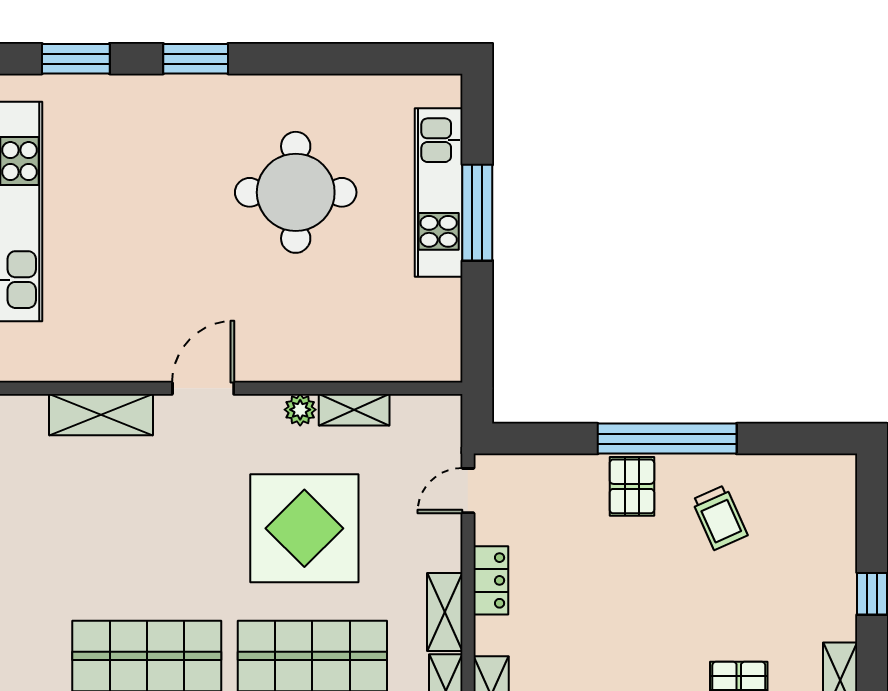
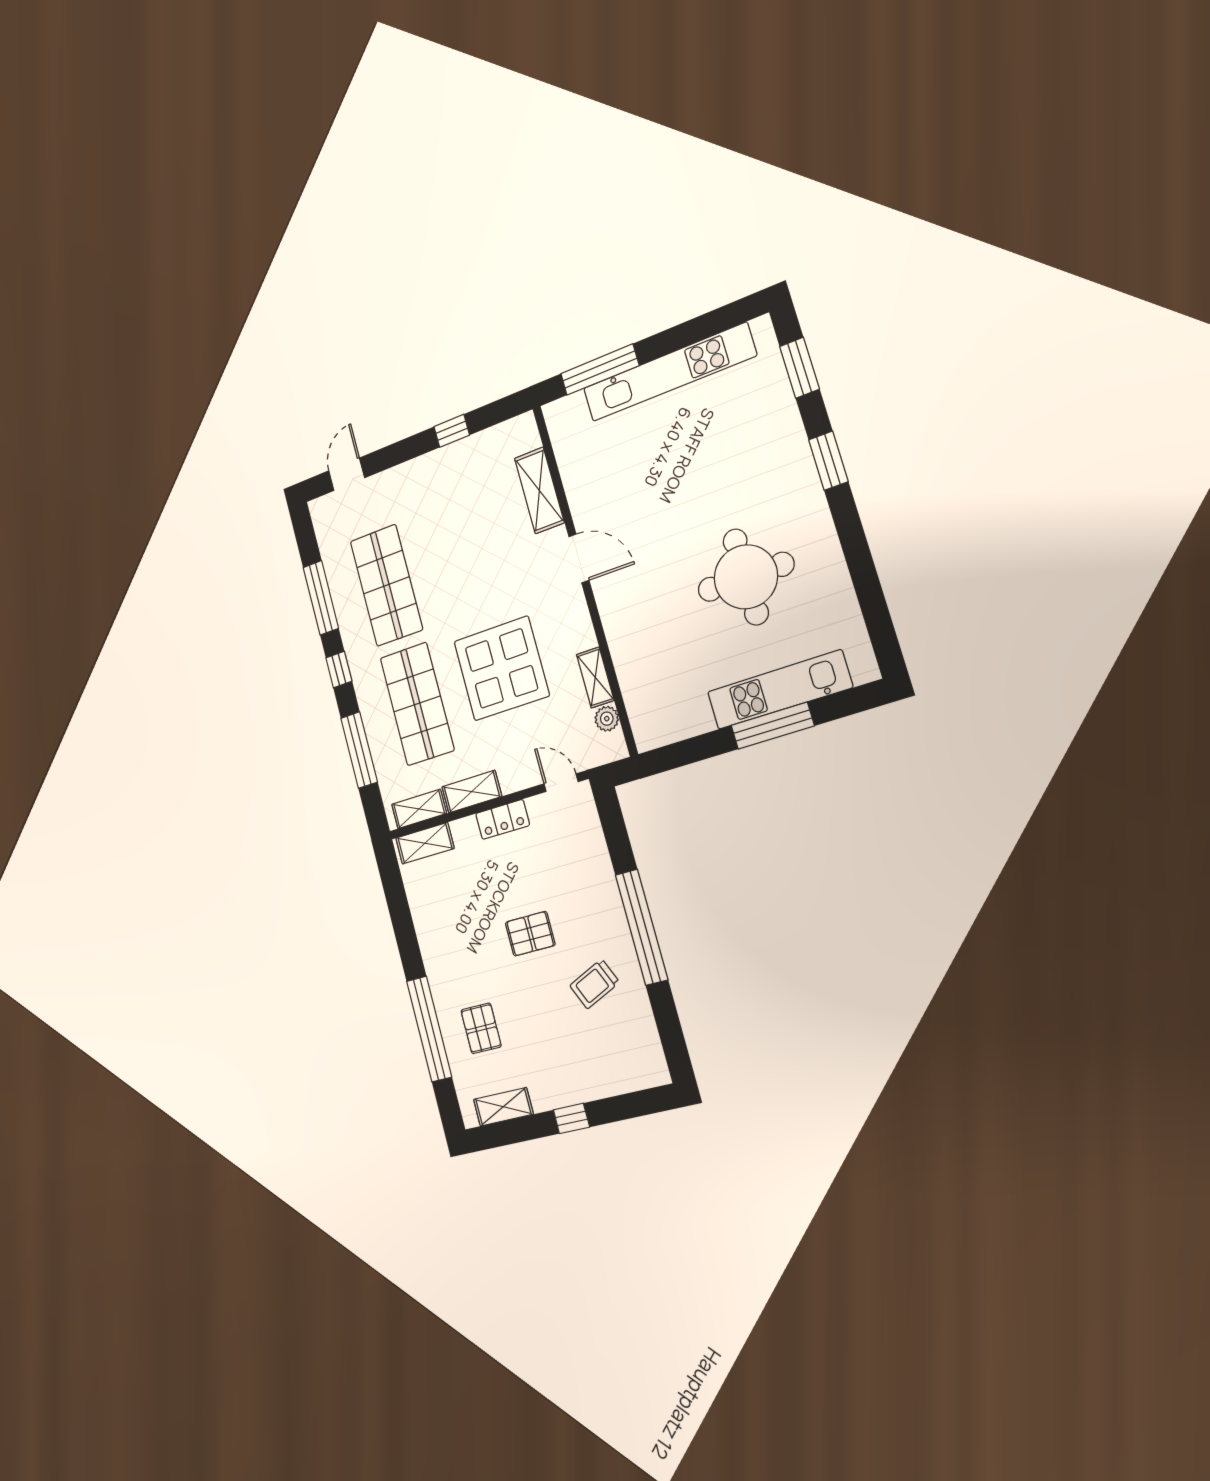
plant: (300, 410) -> (607, 719), moved
pallet: (632, 486) -> (530, 934), moved

